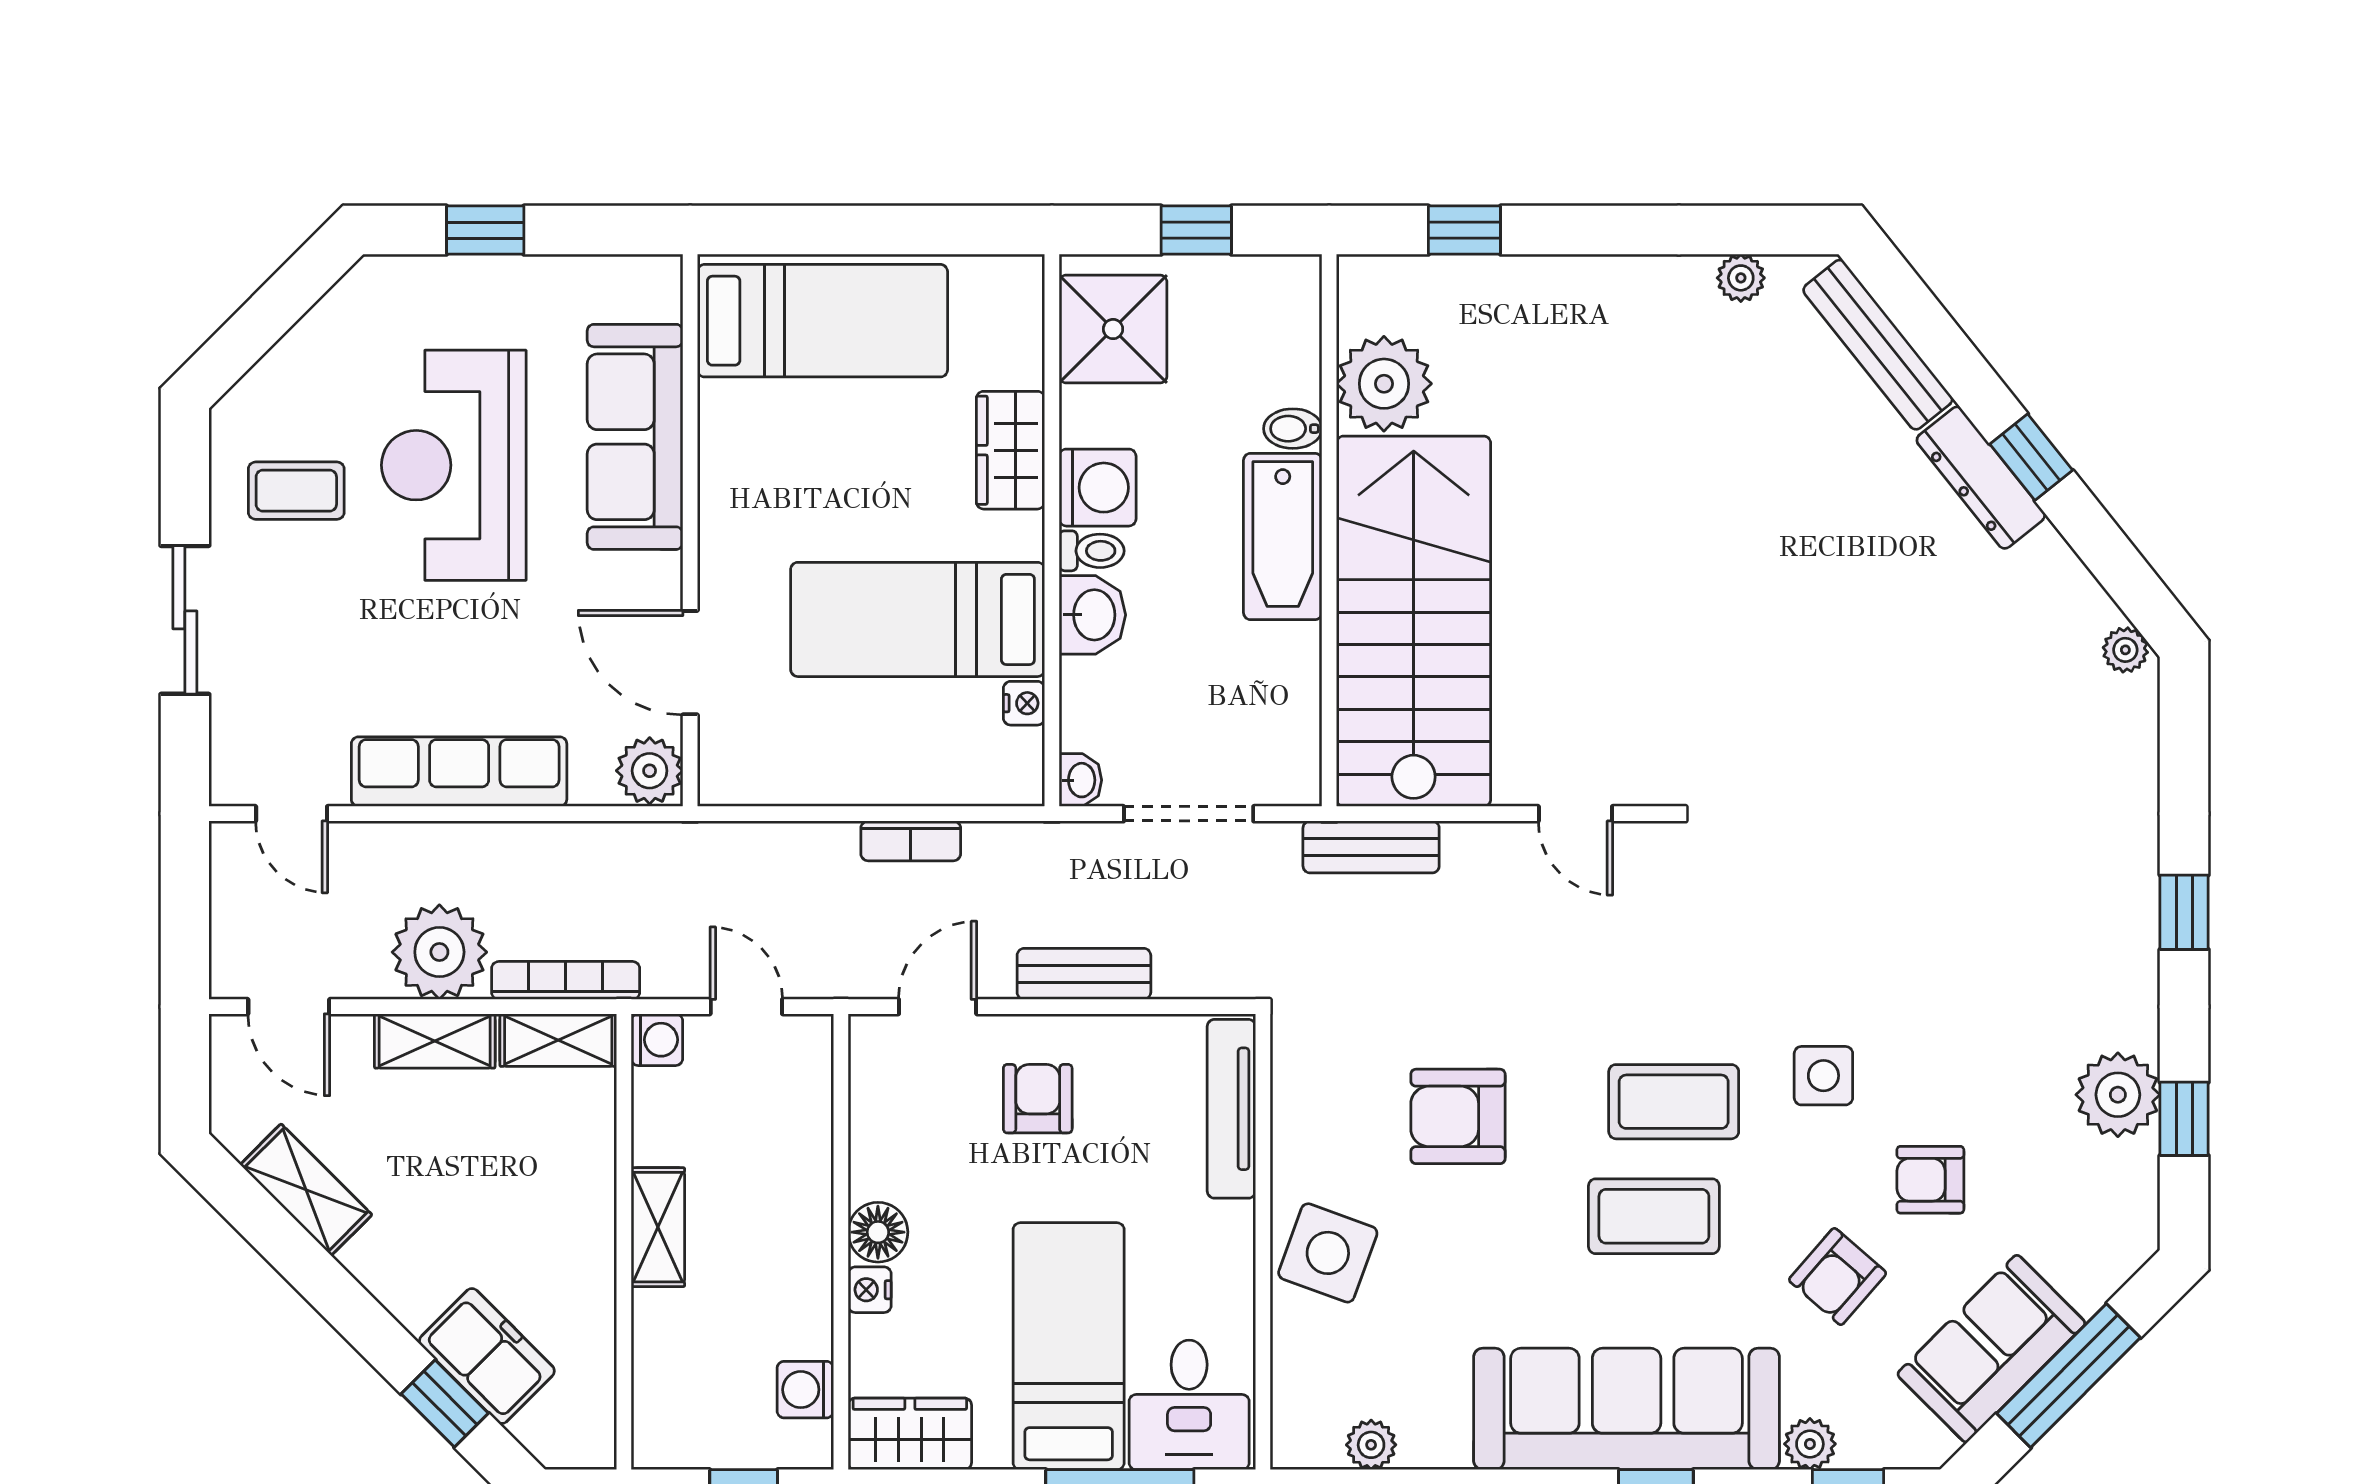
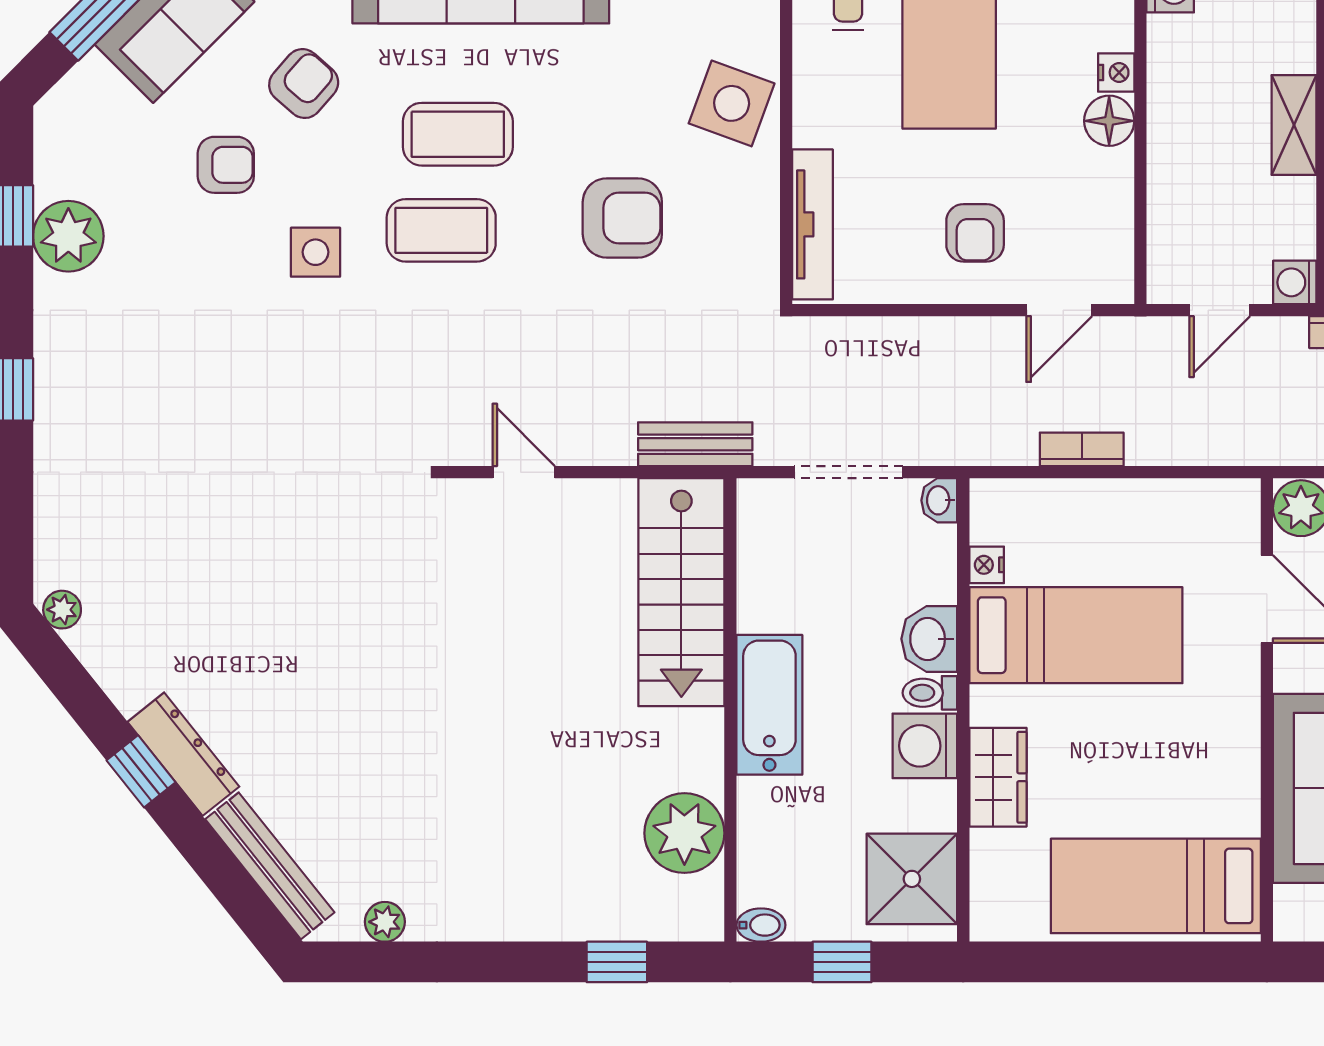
bidet: (1293, 429) -> (761, 925), moved
stairs: (1414, 621) -> (681, 592), width x0.73, depth x0.66
bench: (1084, 974) -> (936, 338), removed
door: (746, 1007) -> (1220, 310), hinge flipped

